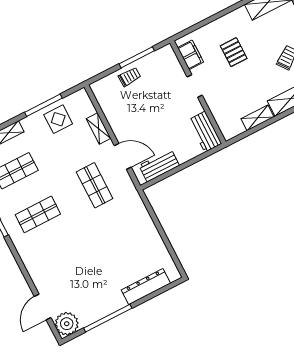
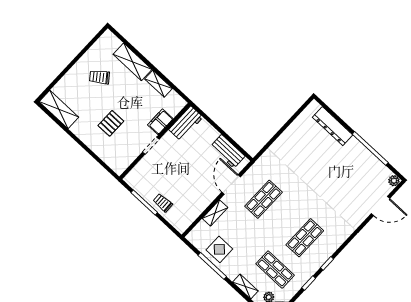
filing cabinet: (191, 55) -> (160, 122), moved
shop shelf: (38, 214) -> (305, 238), turned 90
plant: (67, 324) -> (394, 181), width x0.53, depth x0.53

